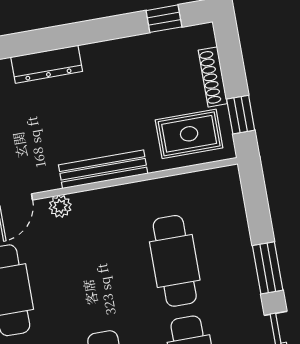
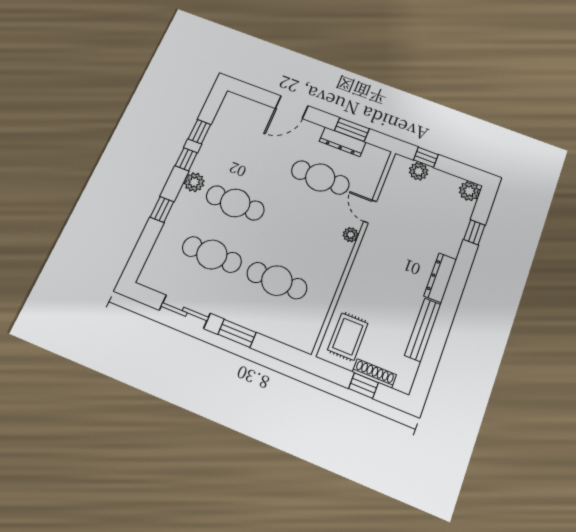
window: (164, 19) -> (428, 366), removed
window: (241, 115) -> (364, 386), moved
bench: (103, 169) -> (423, 330), moved

